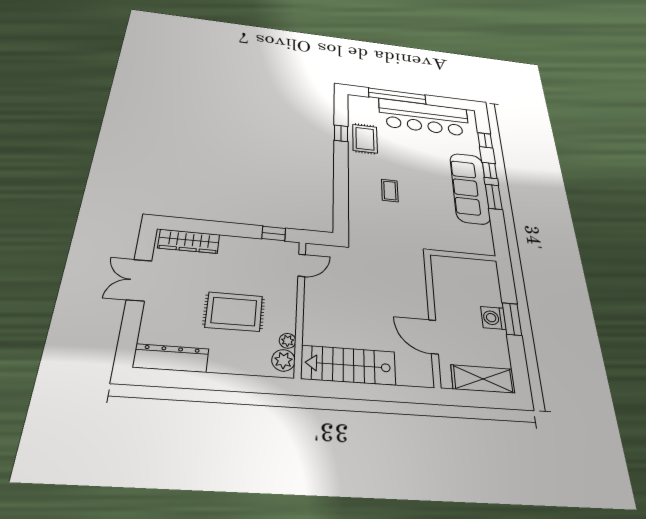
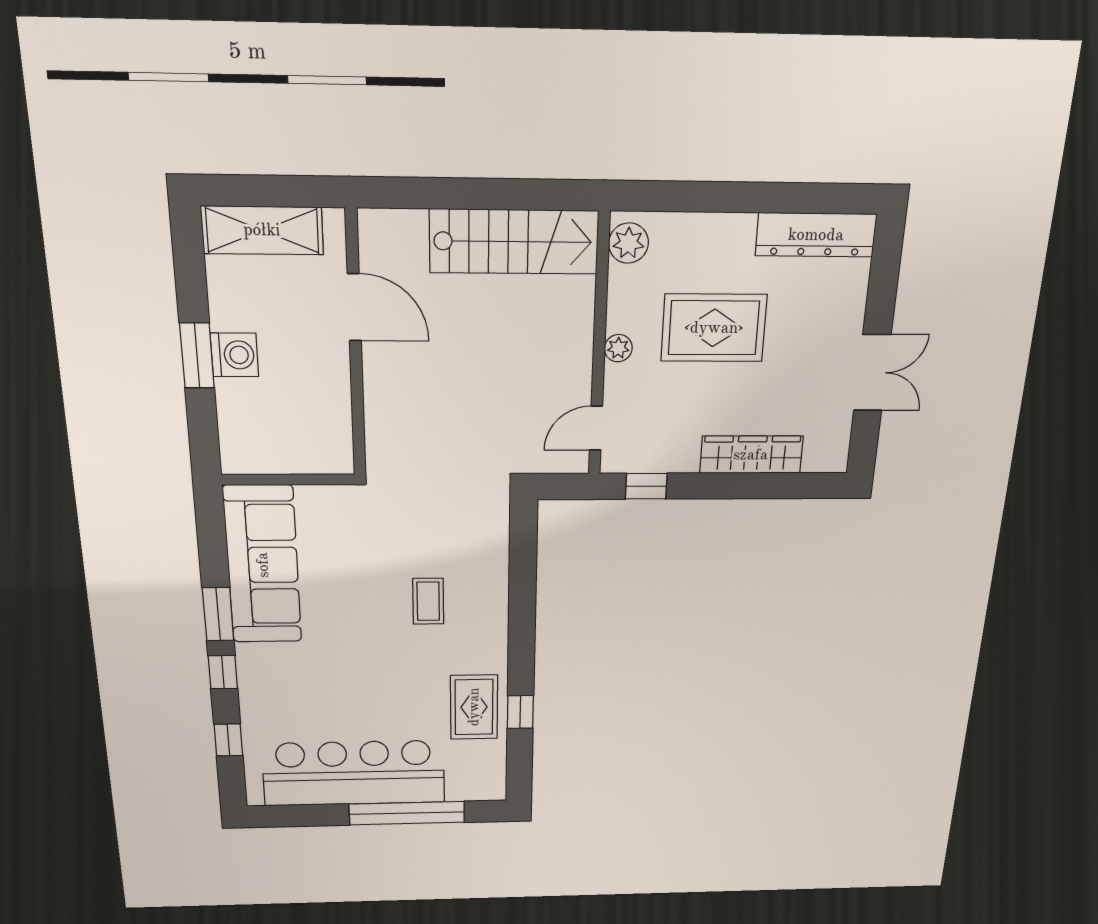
sofa: (470, 188) -> (263, 565), moved
wardrobe: (189, 241) -> (751, 455), moved
plant: (288, 341) -> (618, 348), moved

